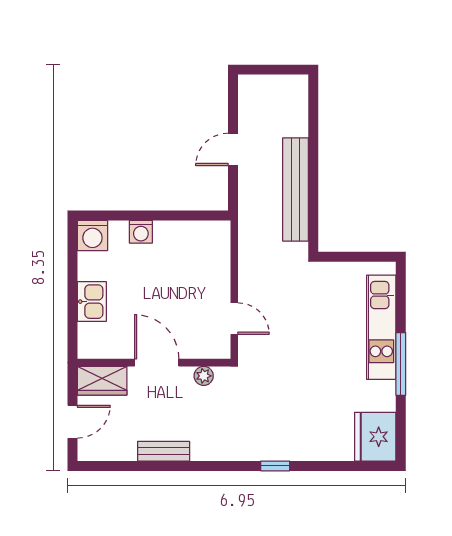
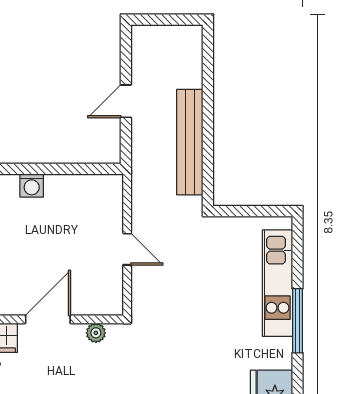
door: (234, 319) -> (127, 249), moved
door: (157, 363) -> (48, 319), hinge flipped

